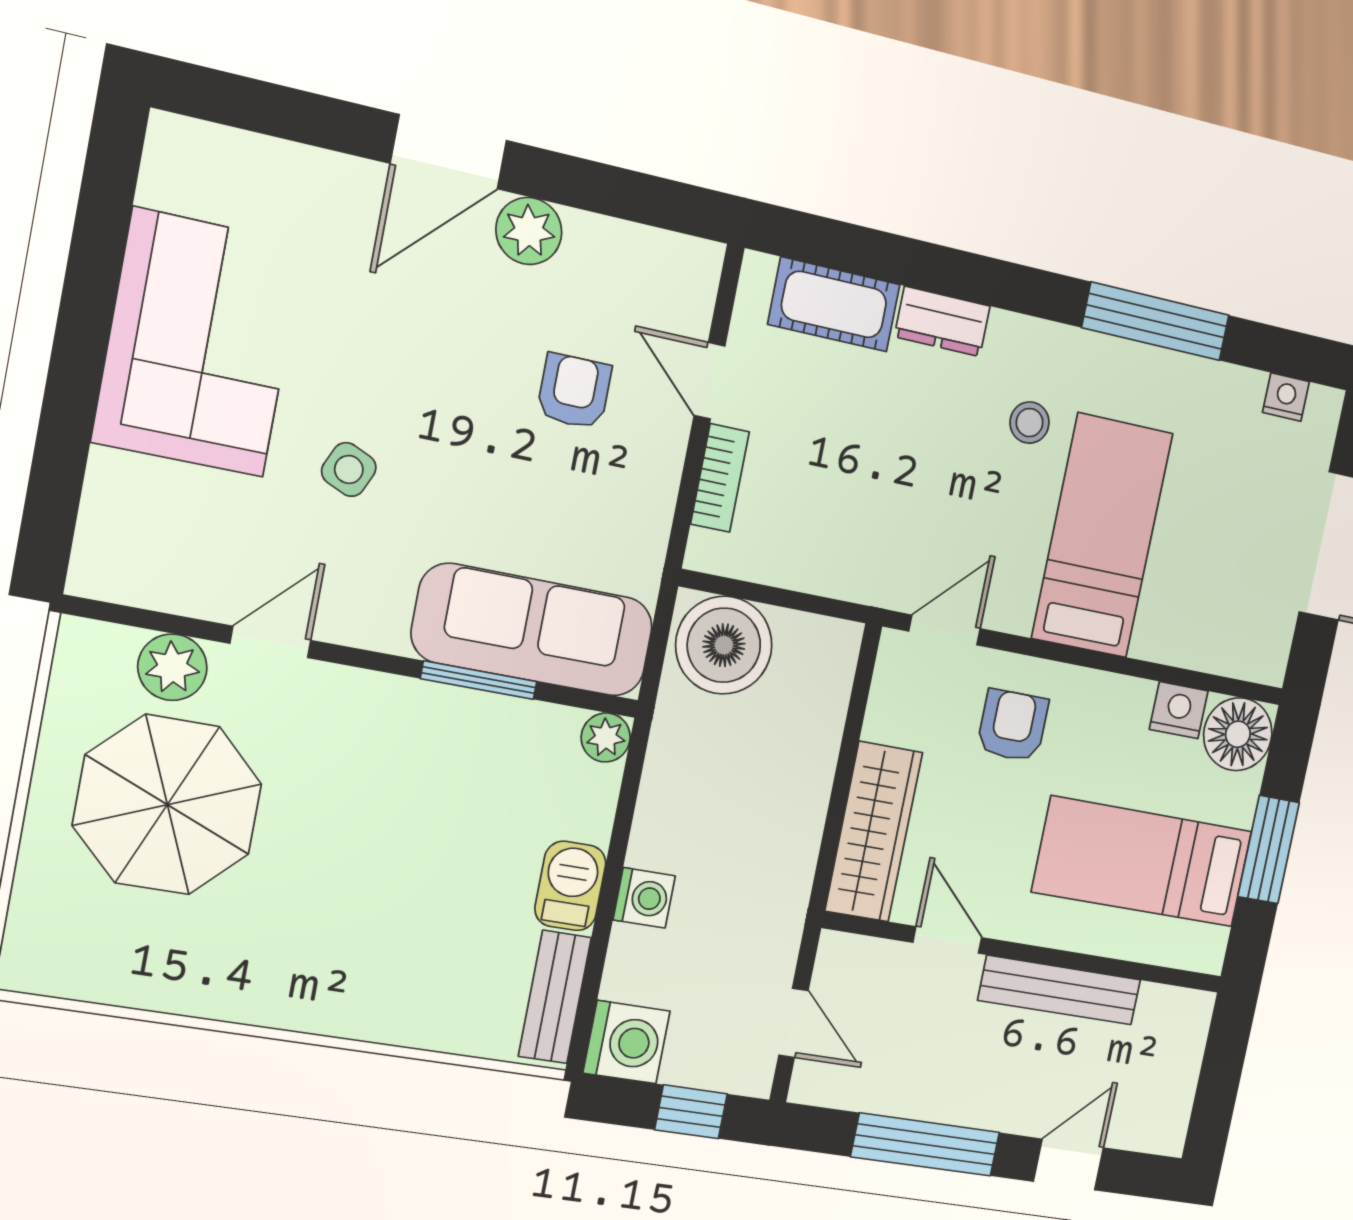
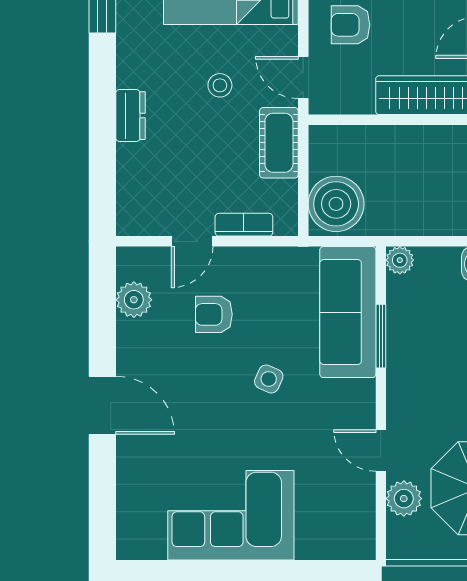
plant: (529, 231) -> (134, 300), moved
cot: (834, 304) -> (279, 143), moved
stool: (1029, 423) -> (220, 85), moved
side table: (349, 469) -> (269, 379), moved

